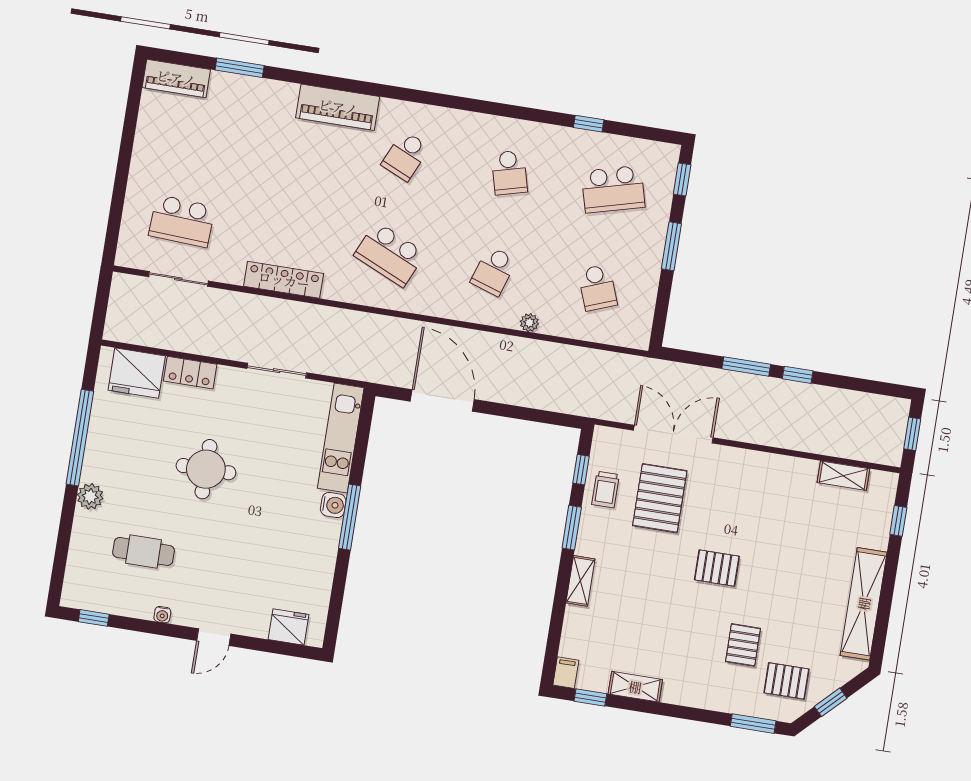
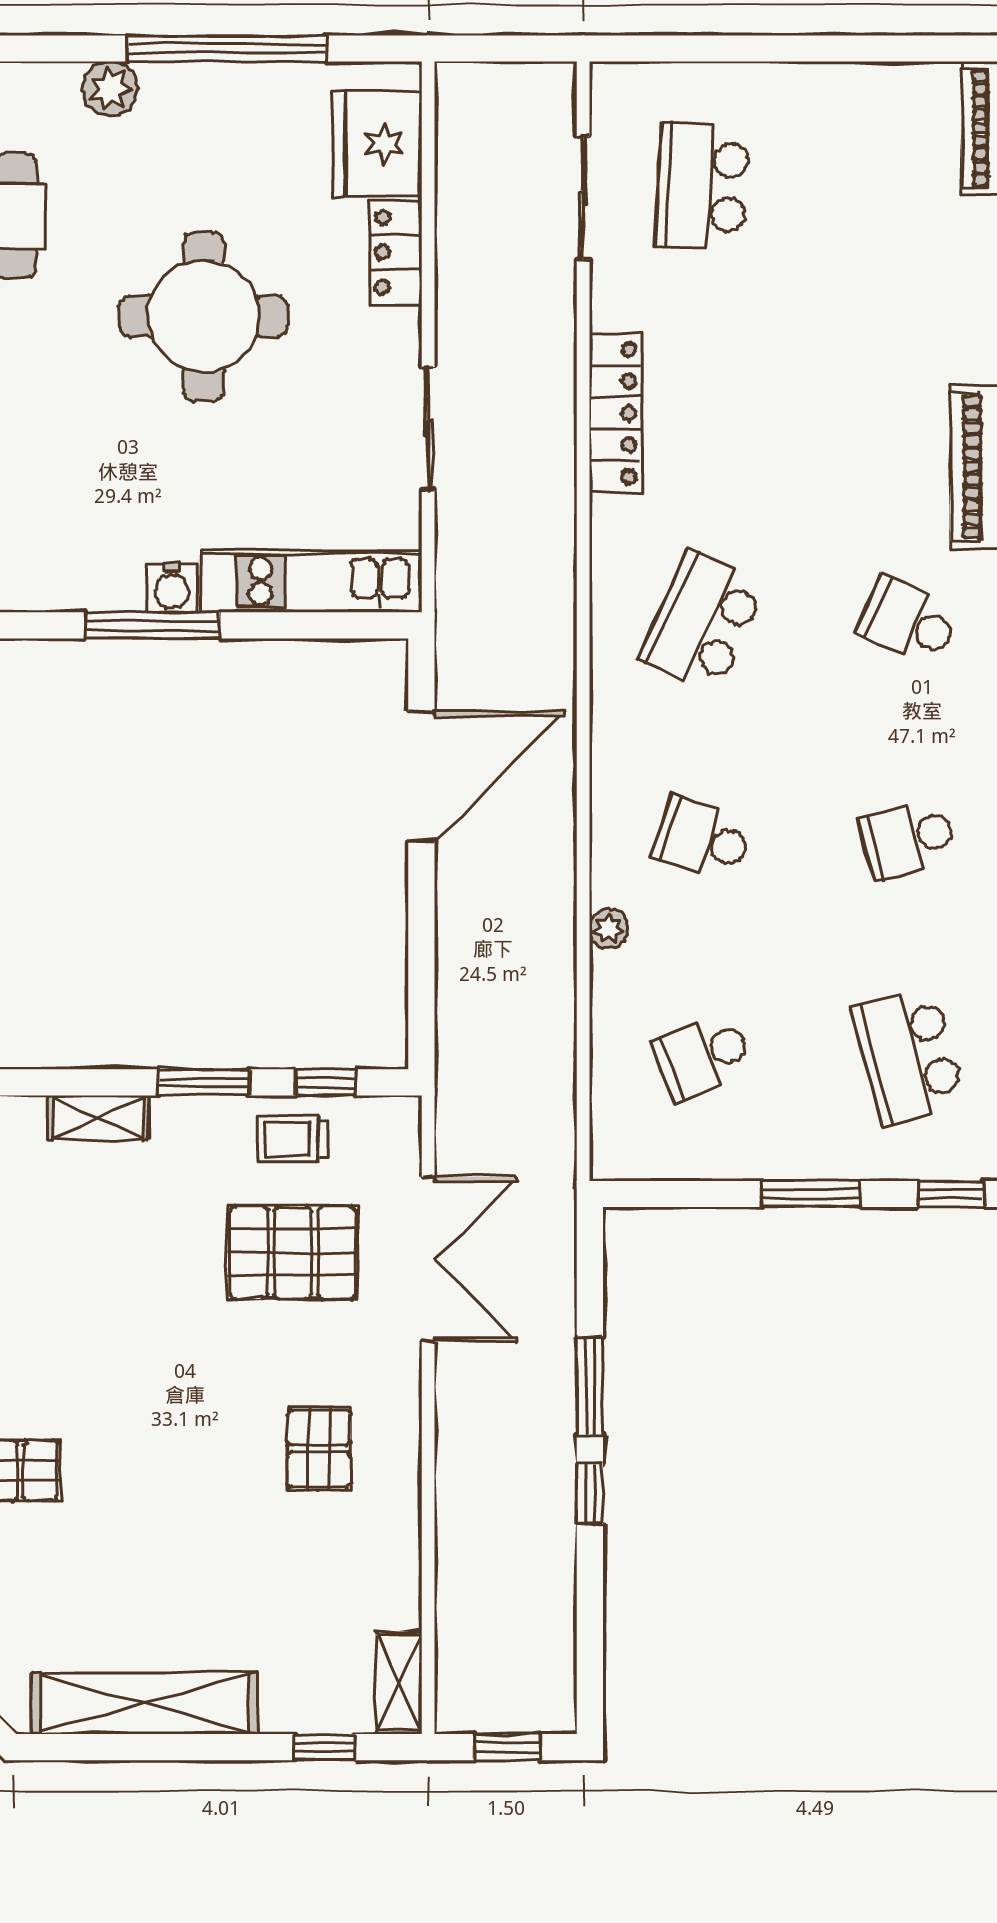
round table: (206, 469) -> (204, 316), width x1.36, depth x1.36
shelving: (843, 476) -> (399, 1682), moved
pallet: (717, 568) -> (319, 1449), moved

